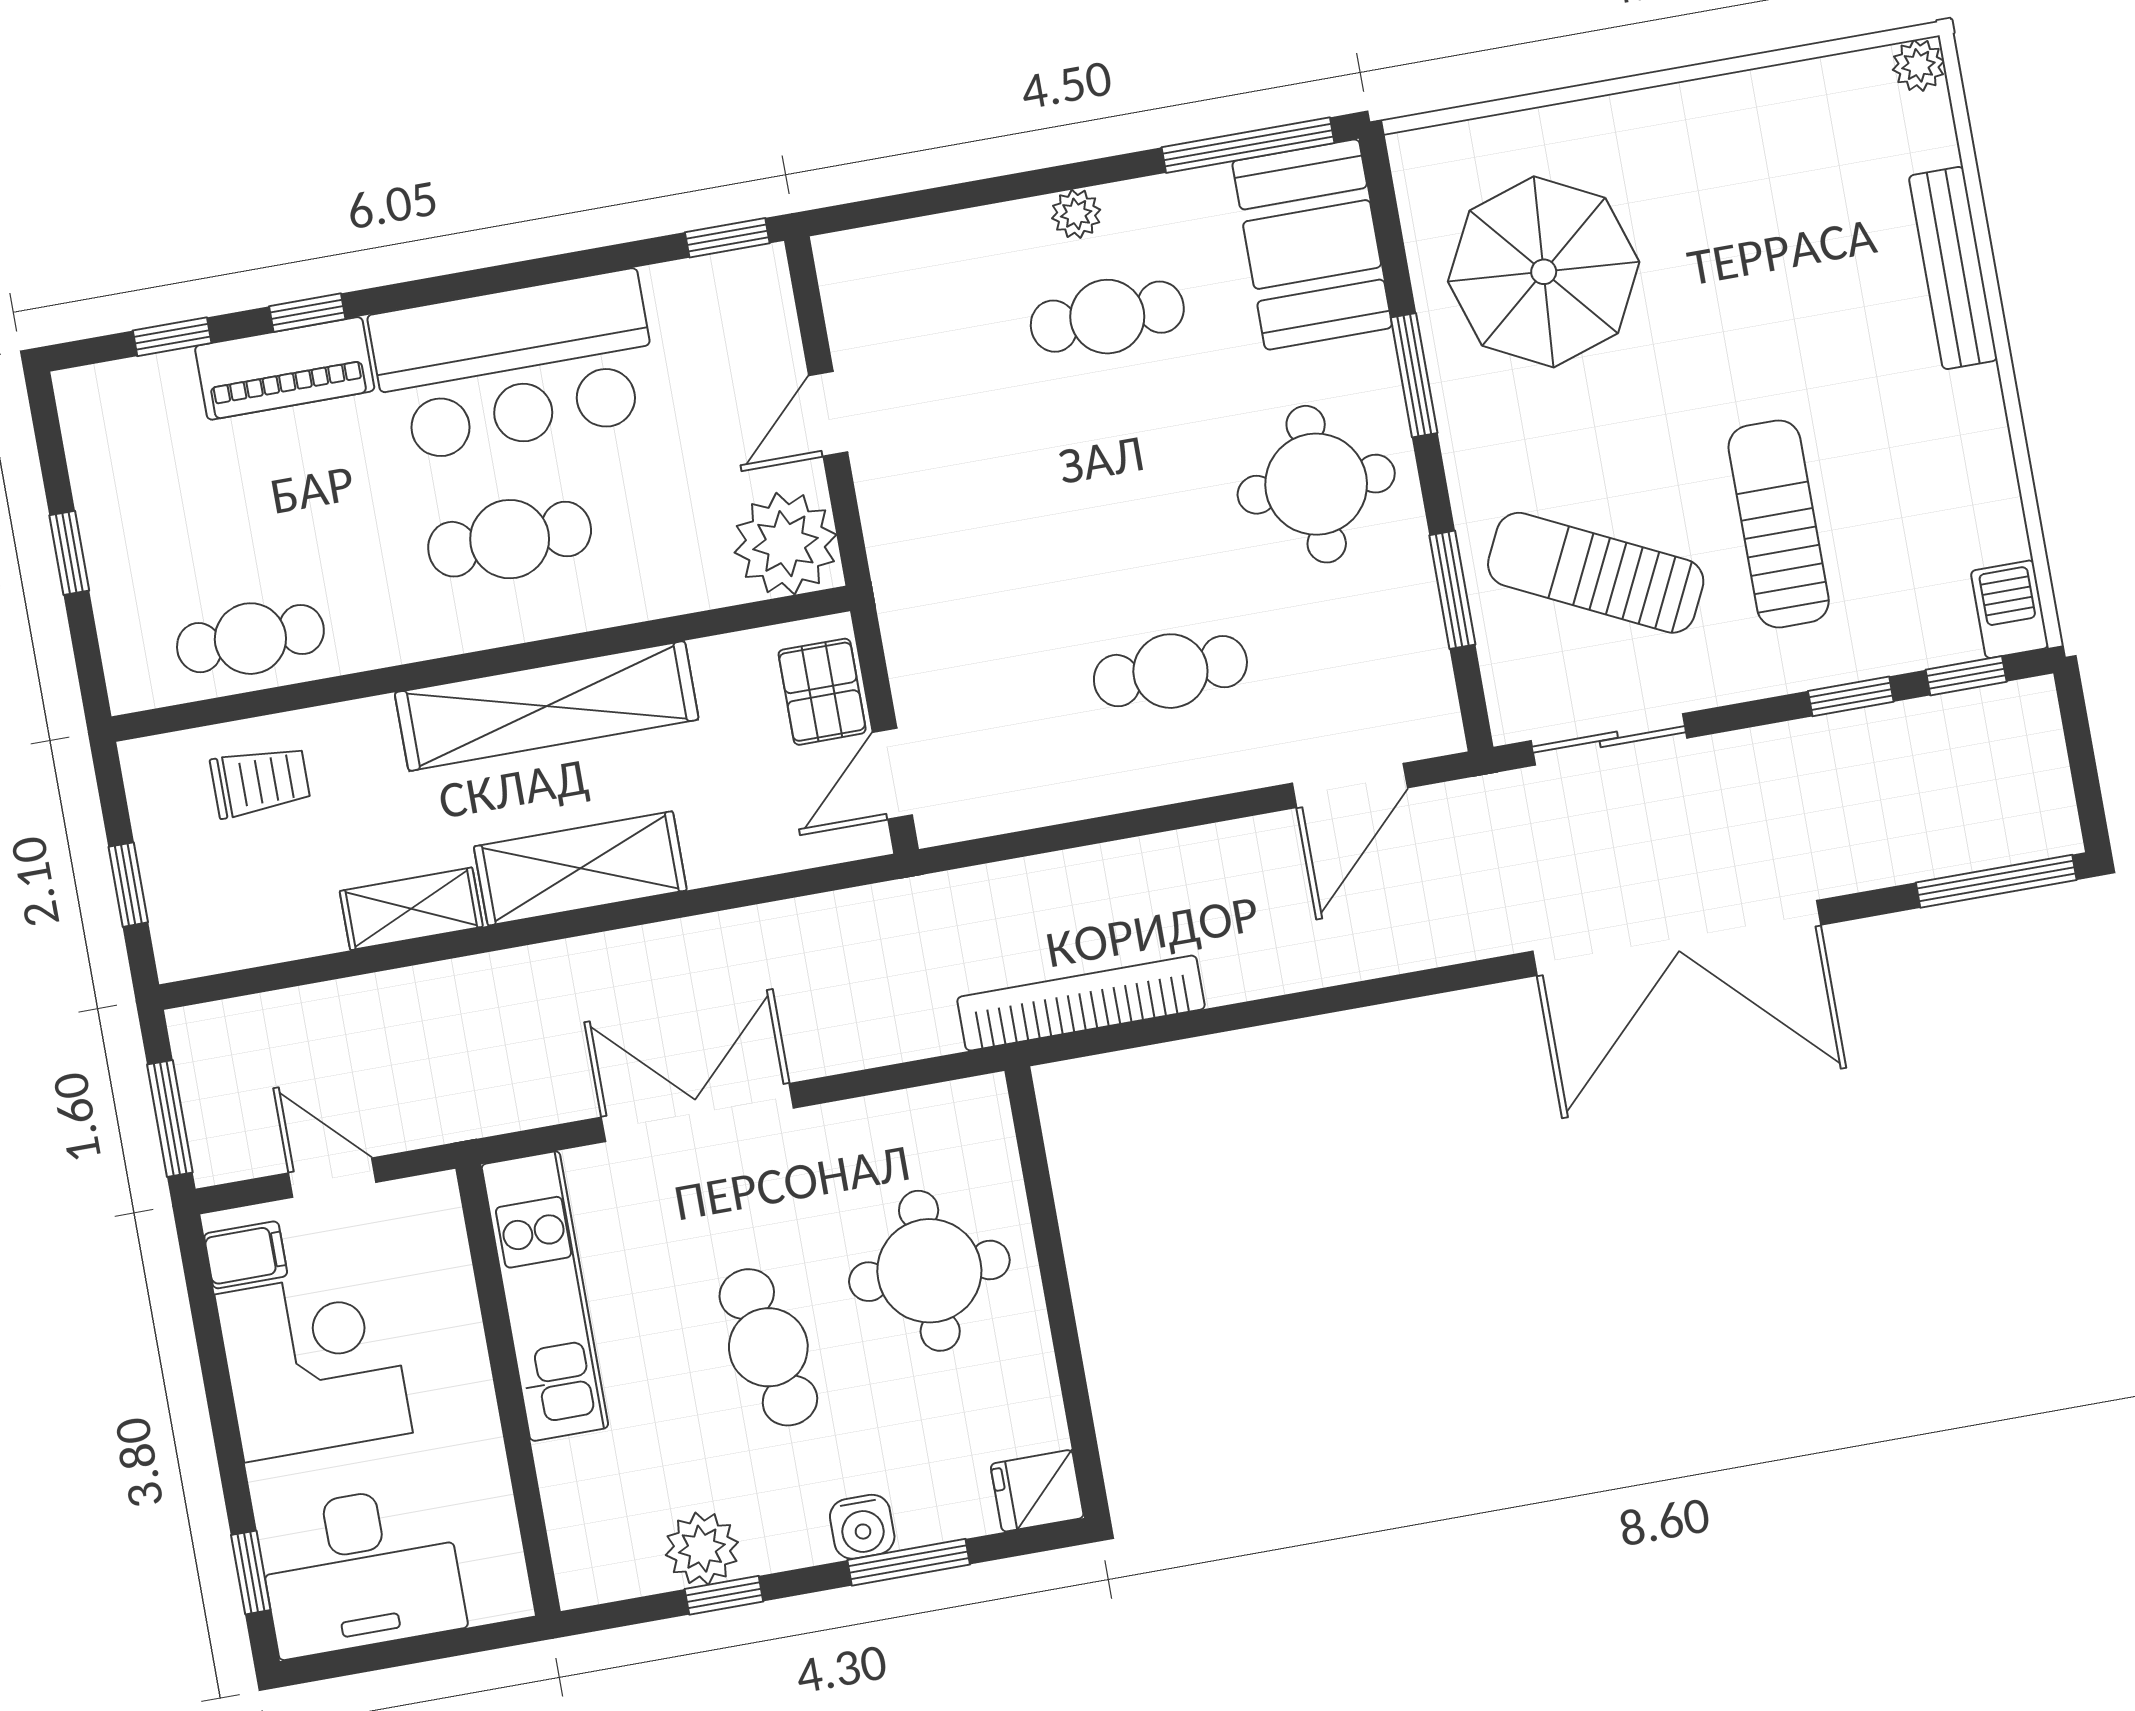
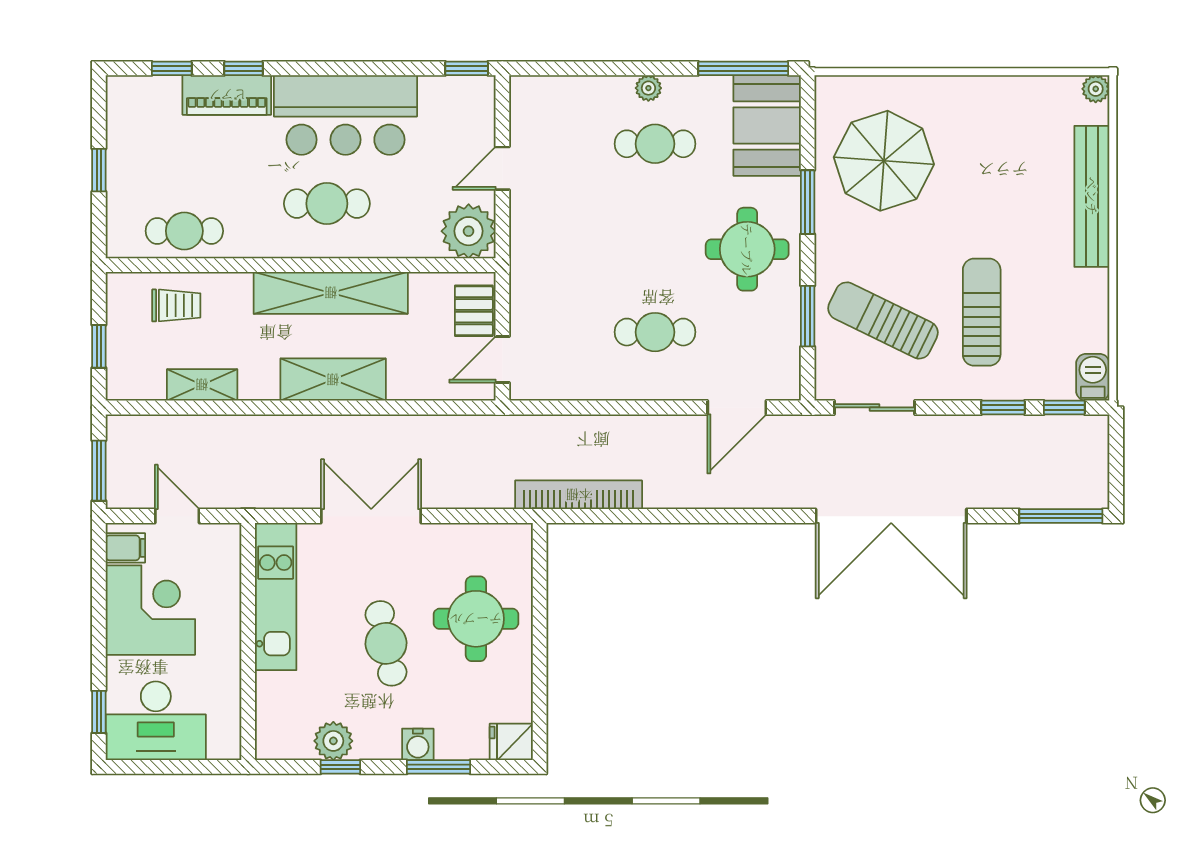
bench: (1953, 268) -> (1092, 196), width x1.37, depth x1.21
shelving: (411, 909) -> (202, 385), moved

